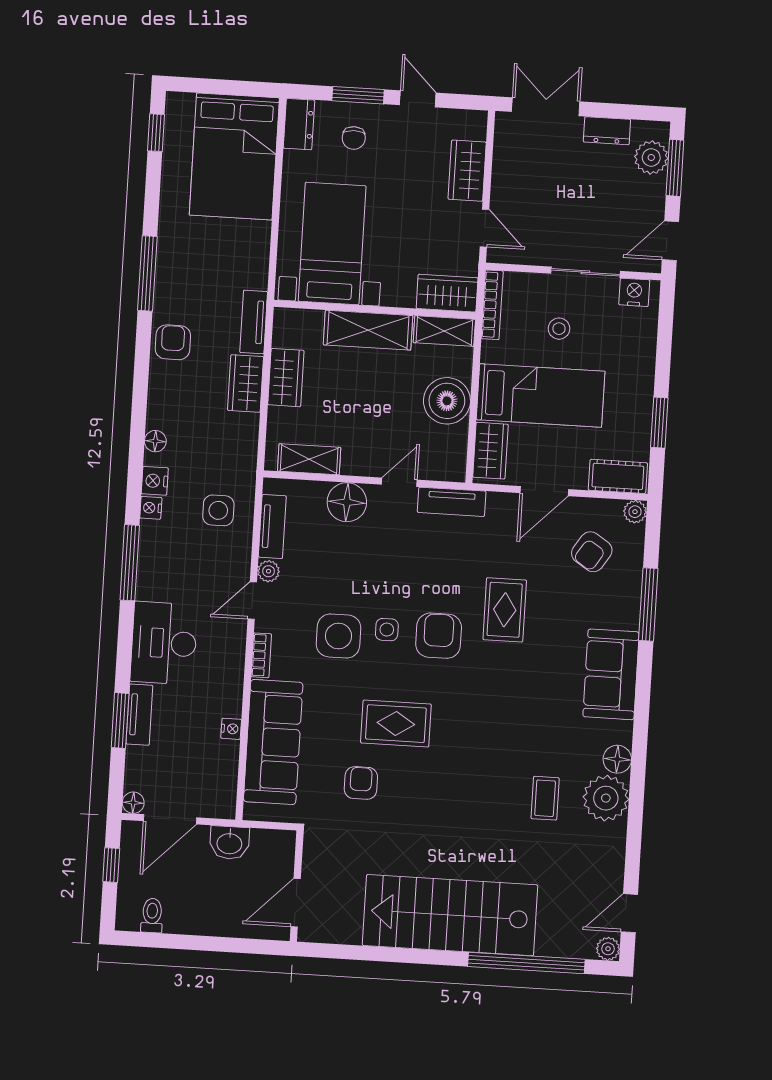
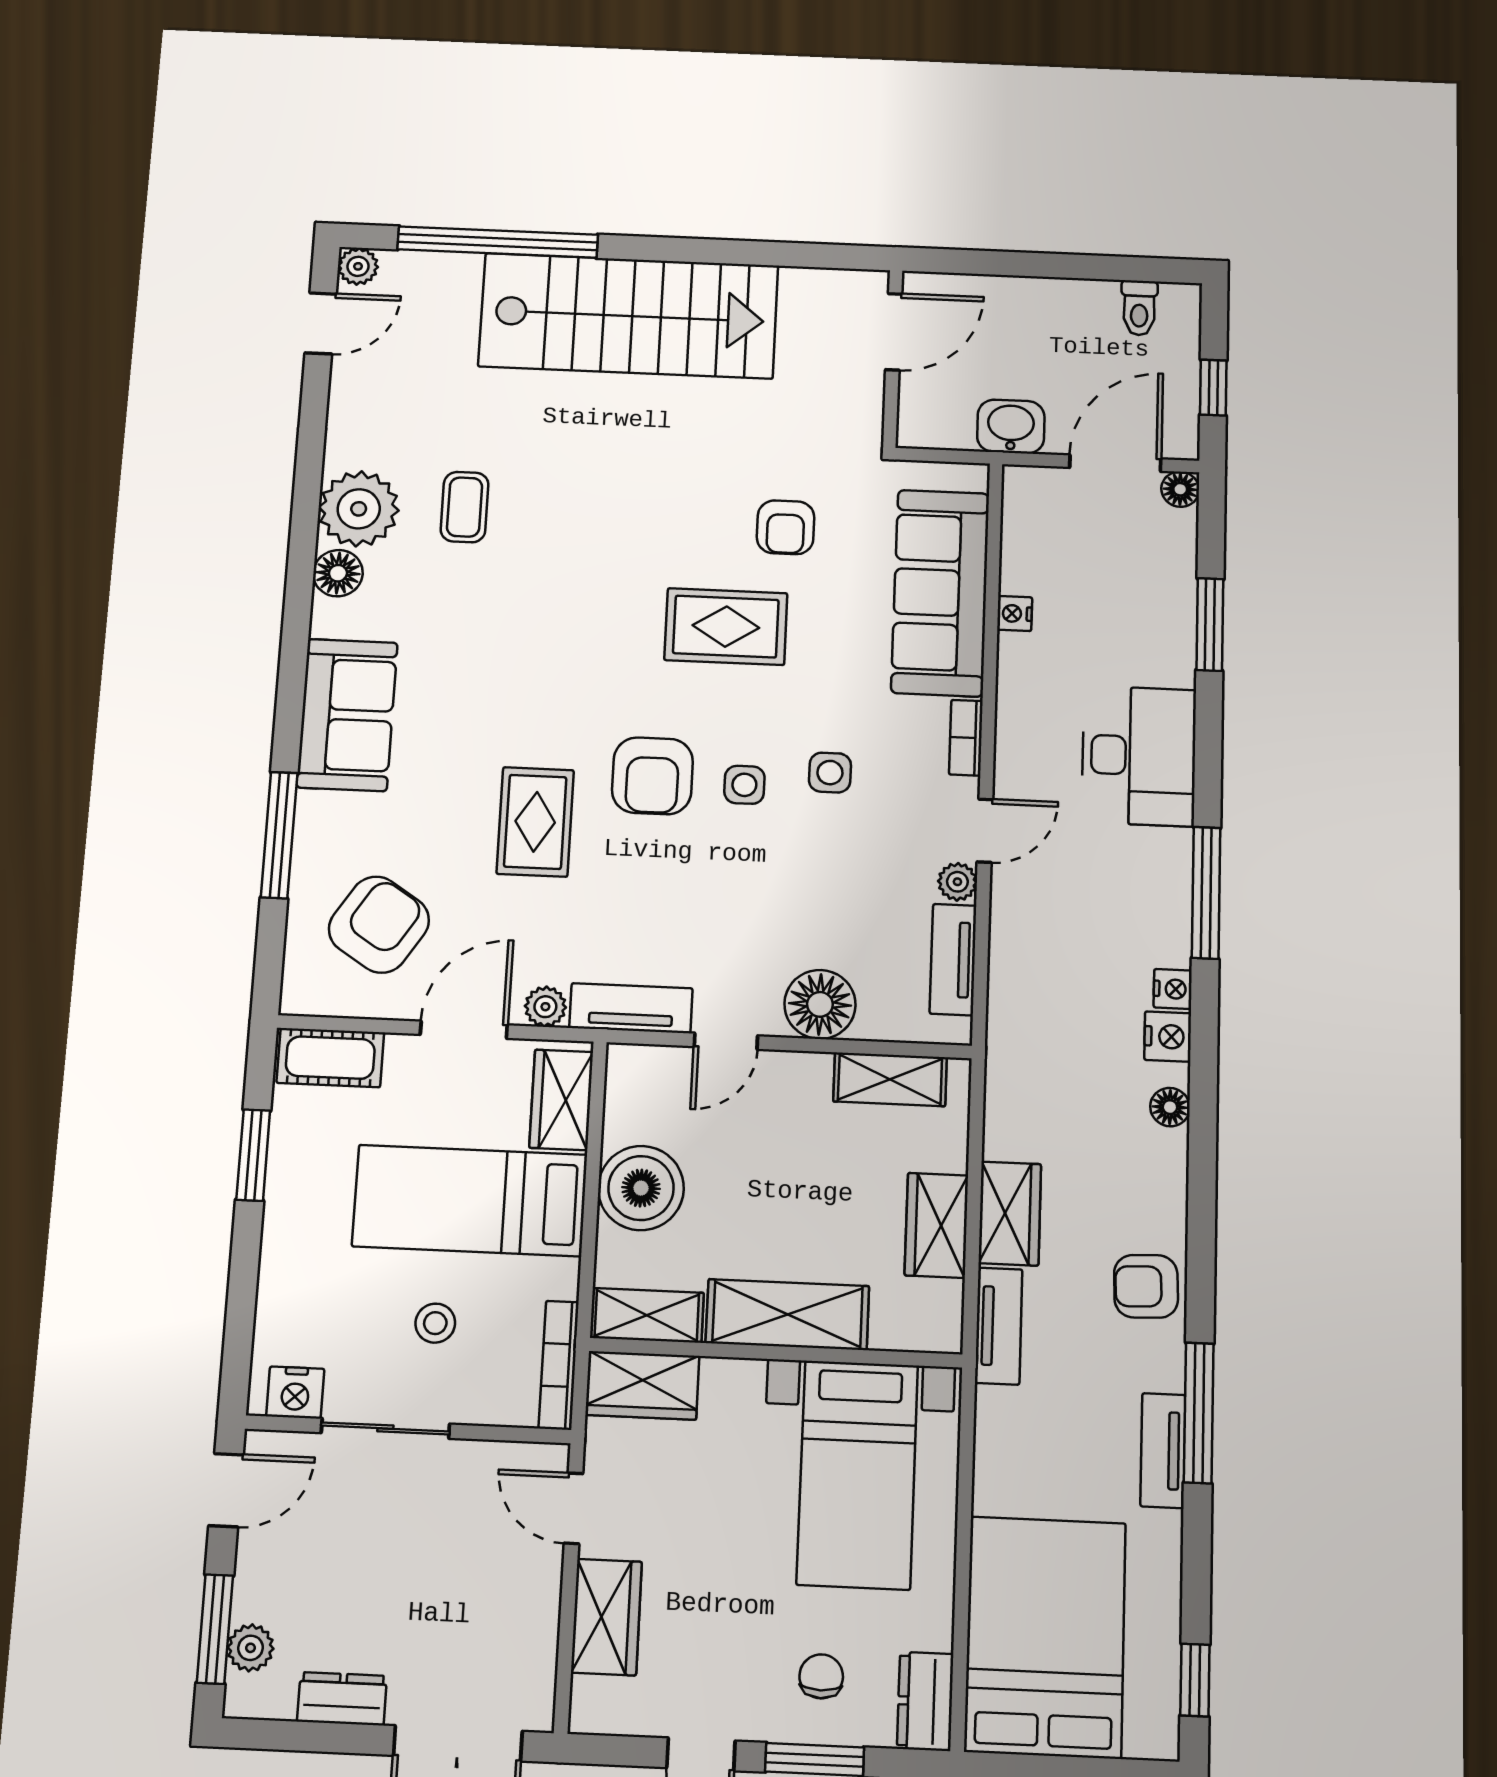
plant: (651, 157) -> (250, 1648), width x0.73, depth x0.73
armchair: (173, 342) -> (1146, 1286), turned 88
side table: (218, 510) -> (1051, 986), removed
plant: (635, 512) -> (545, 1007), moved
armchair: (592, 552) -> (379, 925), width x1.38, depth x1.38
side table: (338, 636) -> (830, 773), width x0.54, depth x0.54
tv unit: (139, 715) -> (1163, 1451), moved

